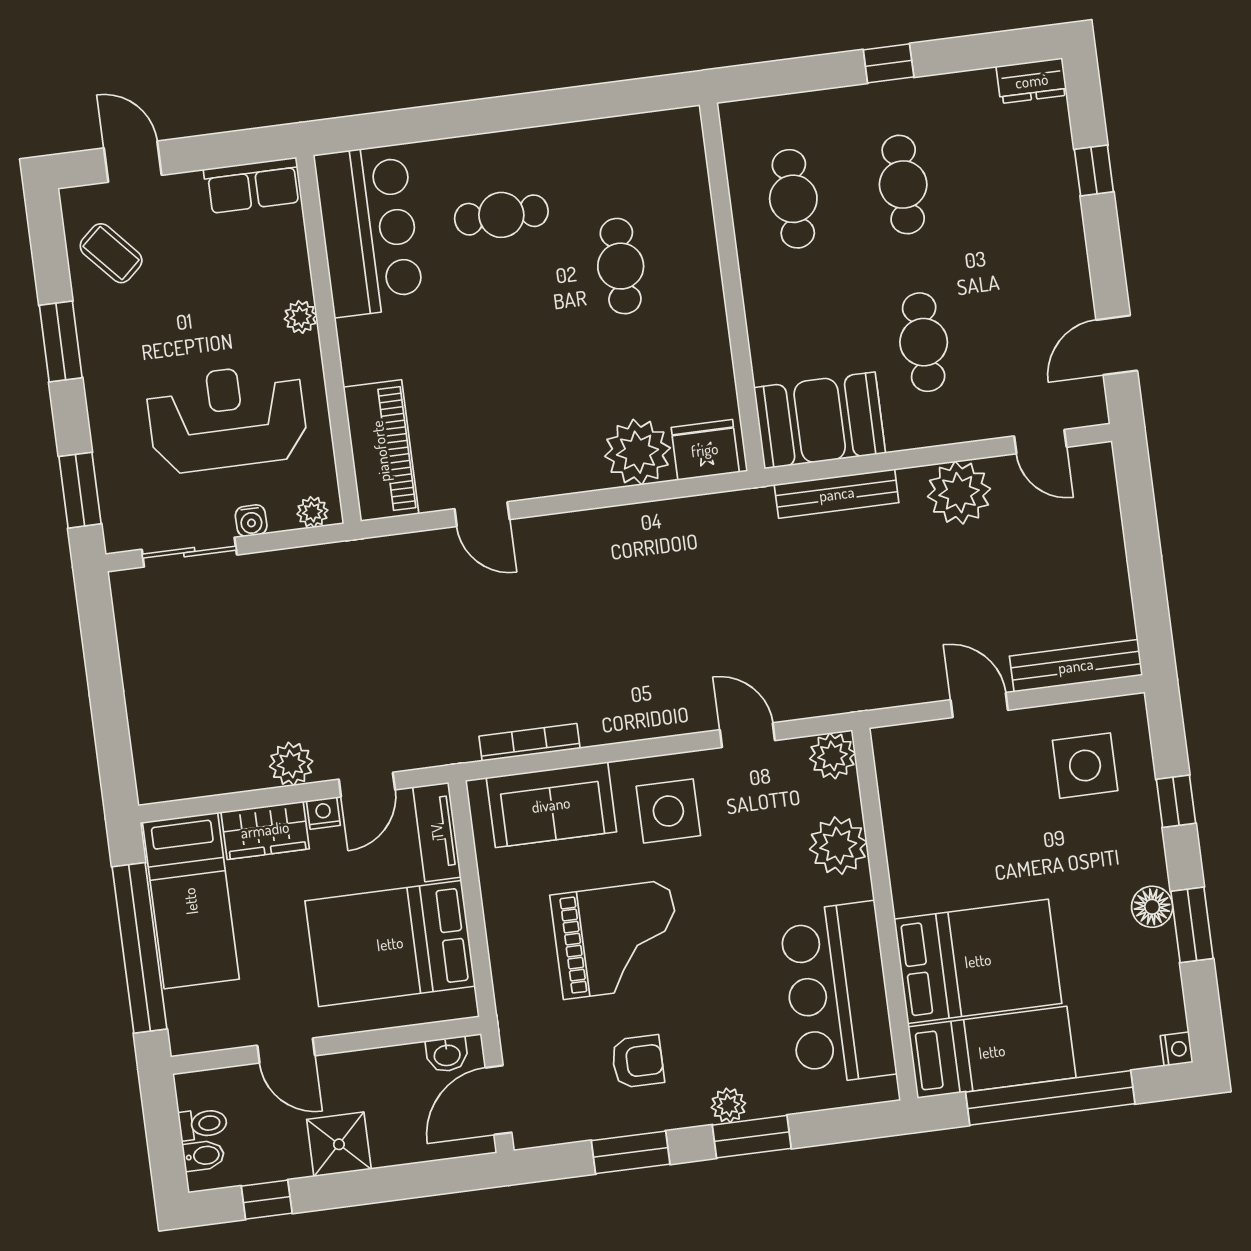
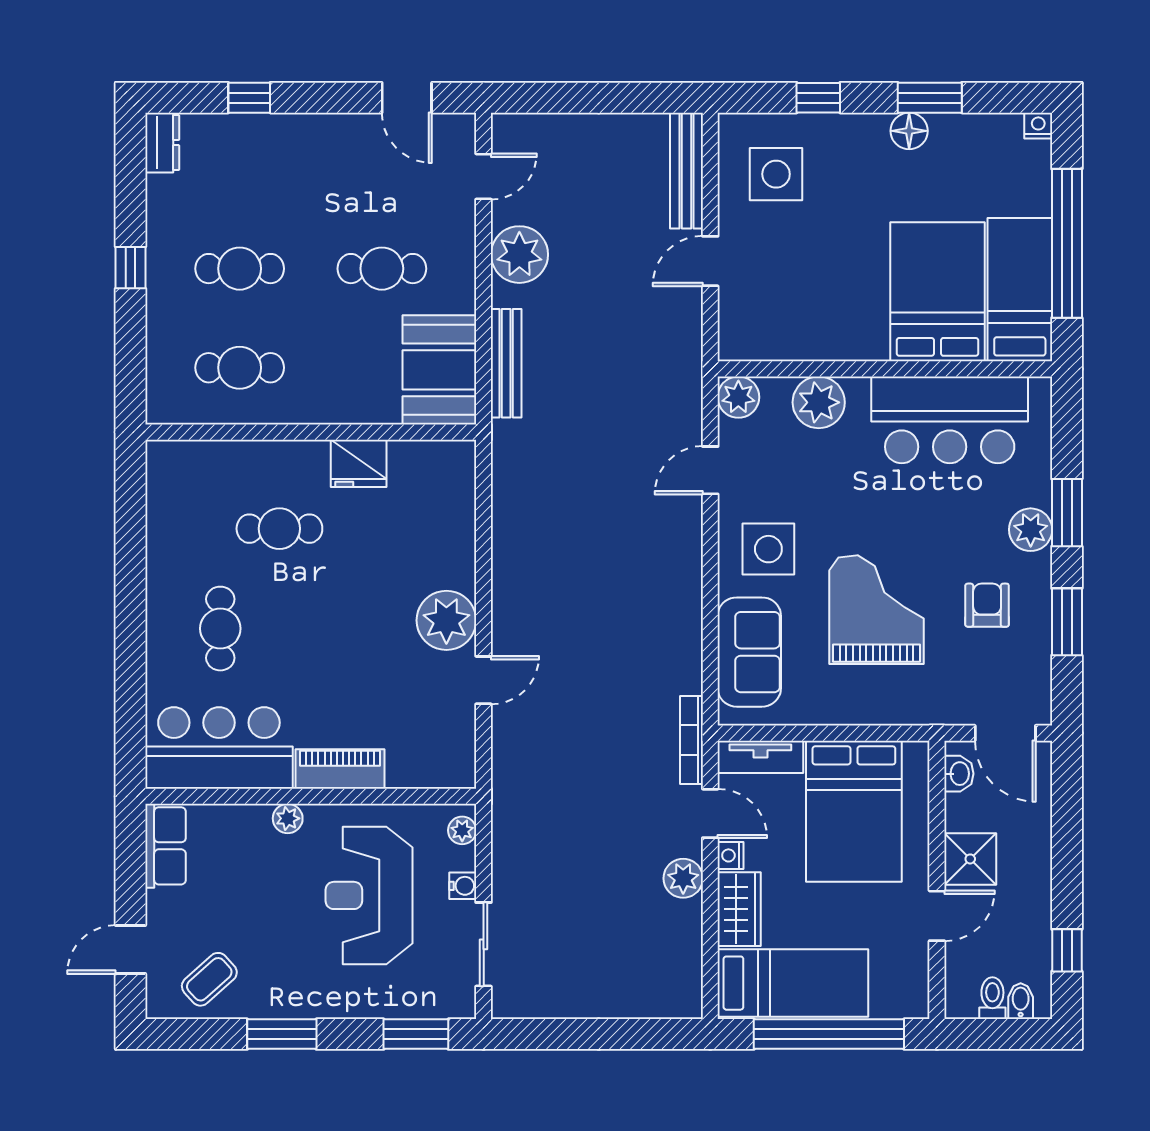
fridge: (705, 450) -> (359, 463), moved, turned -90
piano: (381, 451) -> (340, 769), moved, width x0.73, depth x0.75
plant: (637, 452) -> (446, 620), moved
bookcase: (530, 742) -> (691, 740), moved
plant: (728, 1105) -> (1031, 530), width x1.38, depth x1.38
shower: (339, 1144) -> (970, 859), moved

